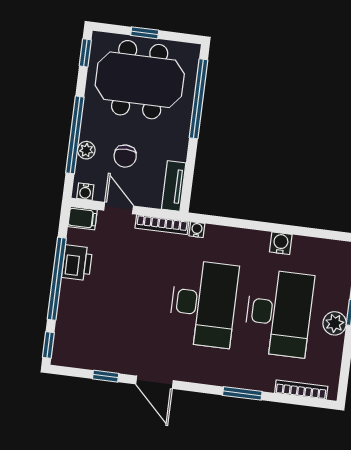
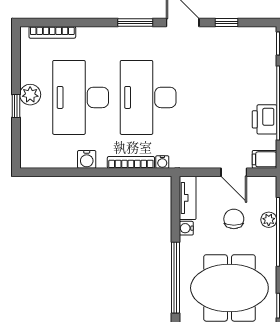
water cooler: (85, 192) -> (186, 228), moved, turned -90
bookcase: (162, 225) -> (131, 162), moved
window: (242, 393) -> (135, 23), moved

